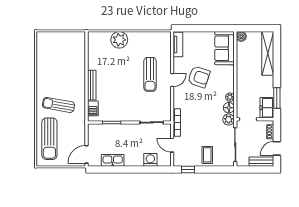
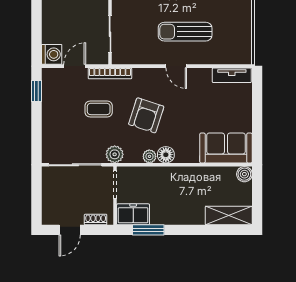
shelving: (268, 53) -> (229, 216), width x0.68
armchair: (199, 77) -> (146, 115), moved
floor lamp: (229, 108) -> (166, 155), moved
door: (277, 148) -> (70, 230), swing flipped
coffee table: (207, 155) -> (99, 109), moved
washing machine: (150, 160) -> (52, 54), moved
bench: (261, 162) -> (49, 206), removed

